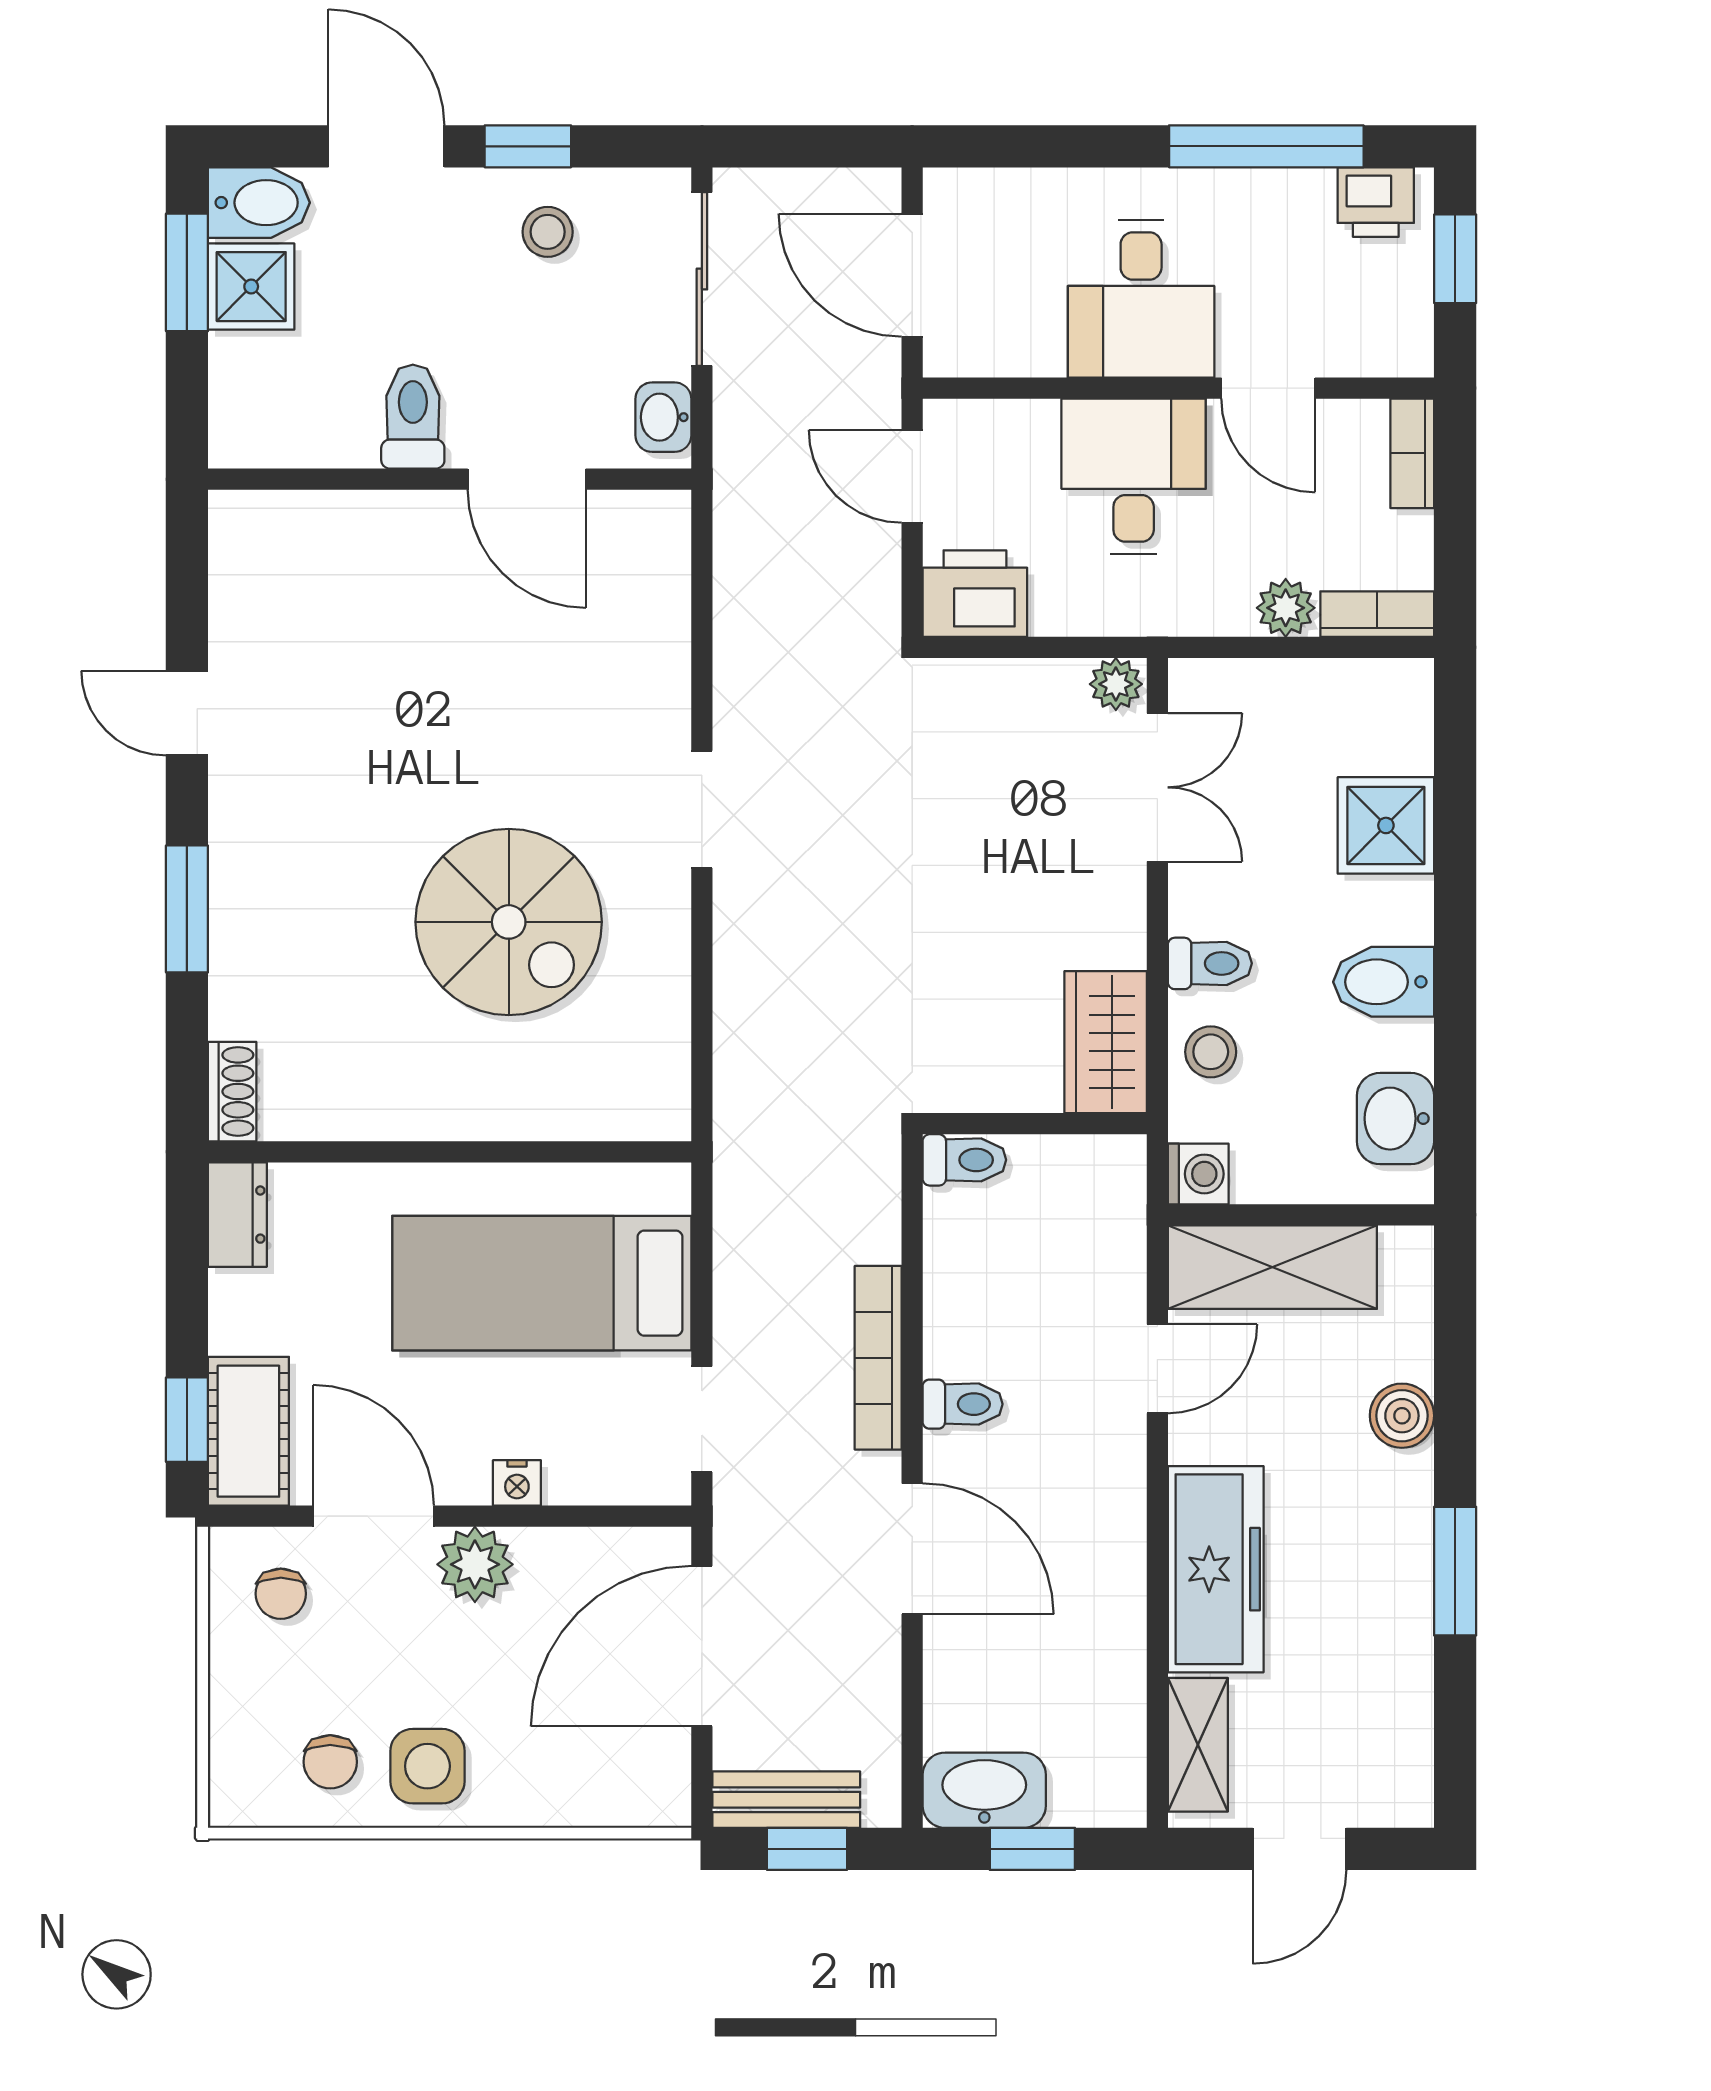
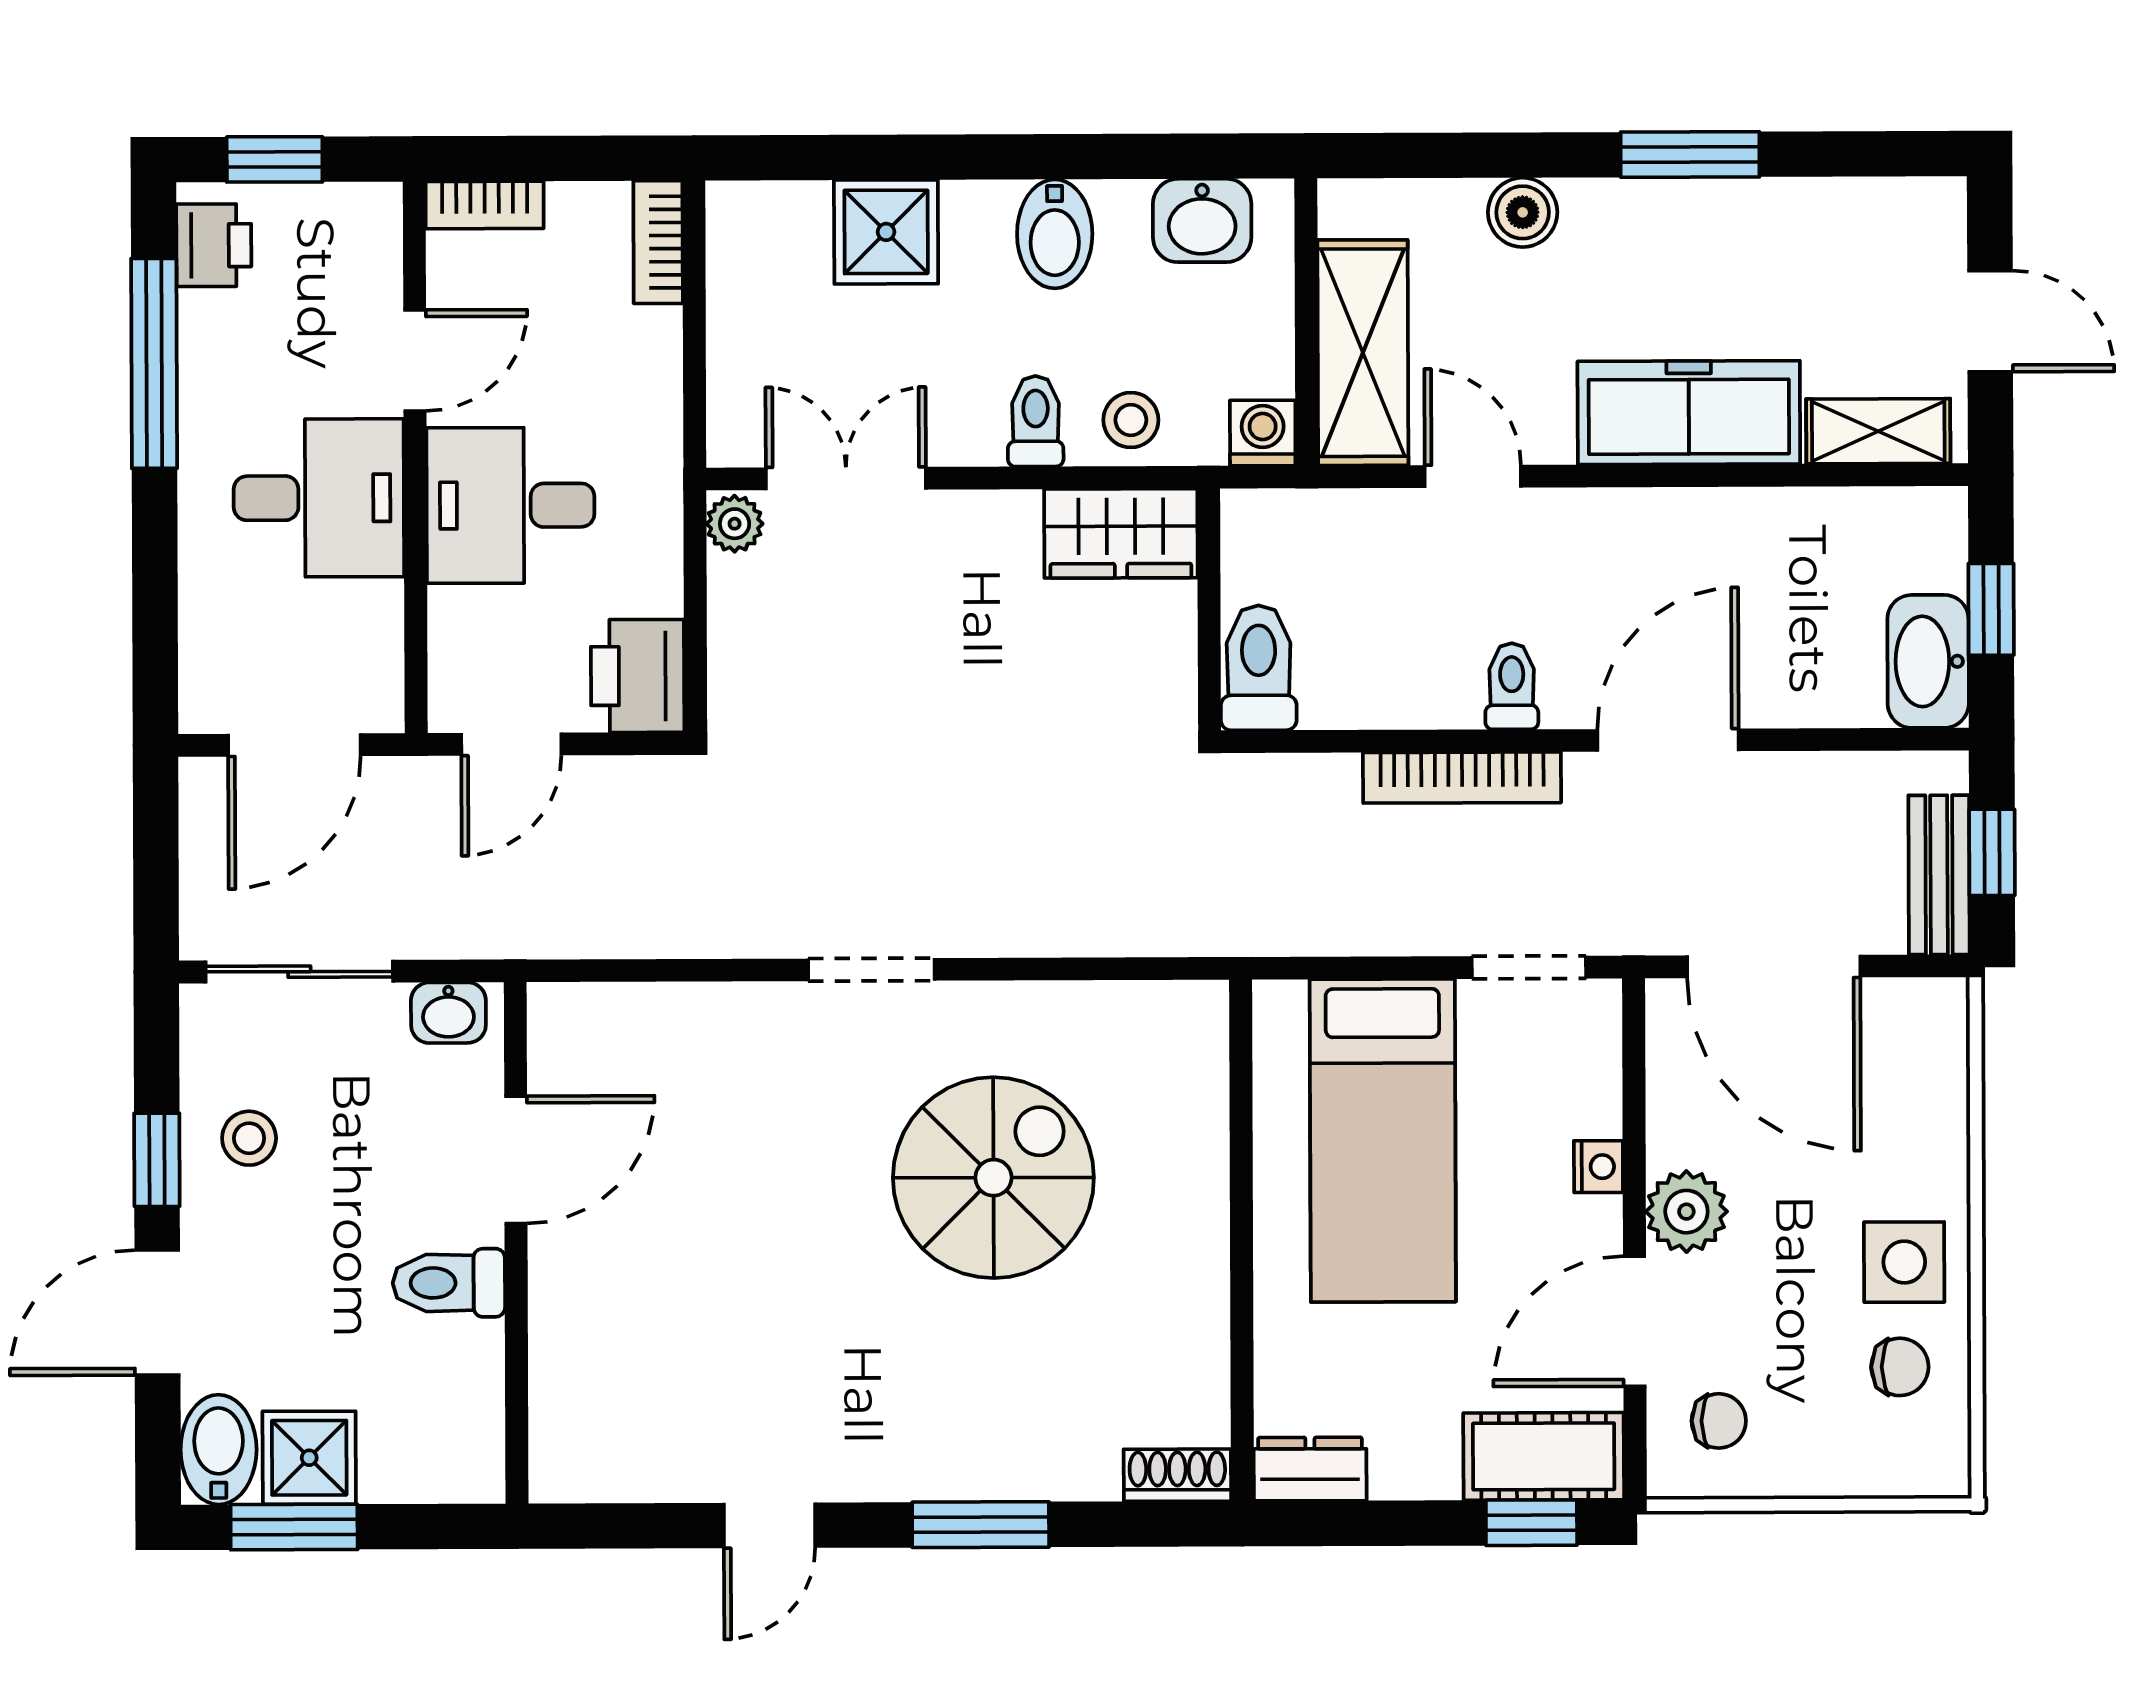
plant: (1286, 608) -> (652, 341), removed
toilet: (964, 1160) -> (1259, 668), width x1.37, depth x1.39

